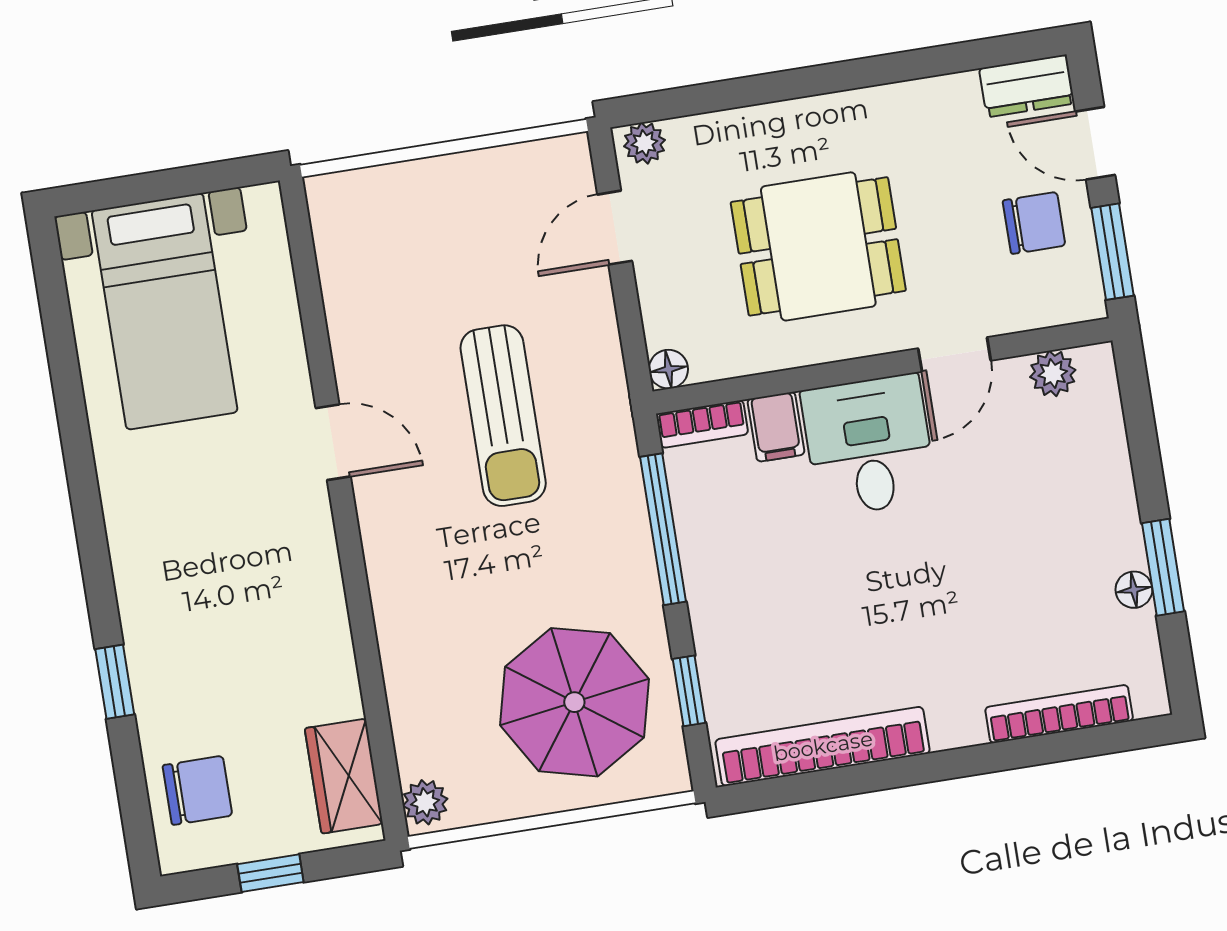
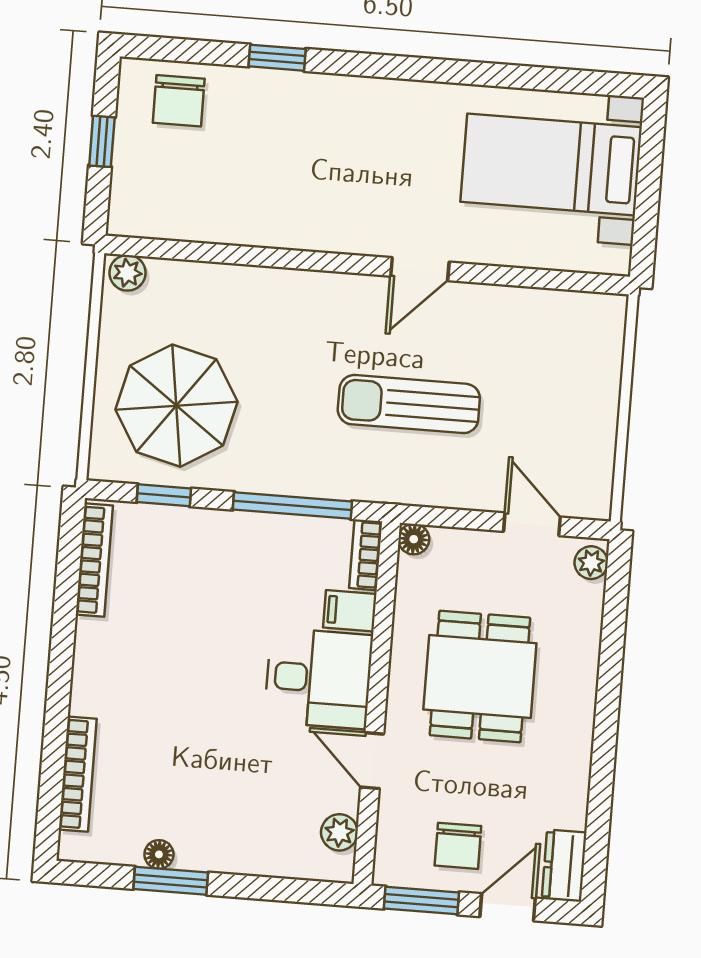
bookcase: (823, 746) -> (94, 560), width x0.68, depth x0.76
wardrobe: (344, 776) -> (163, 216), removed

